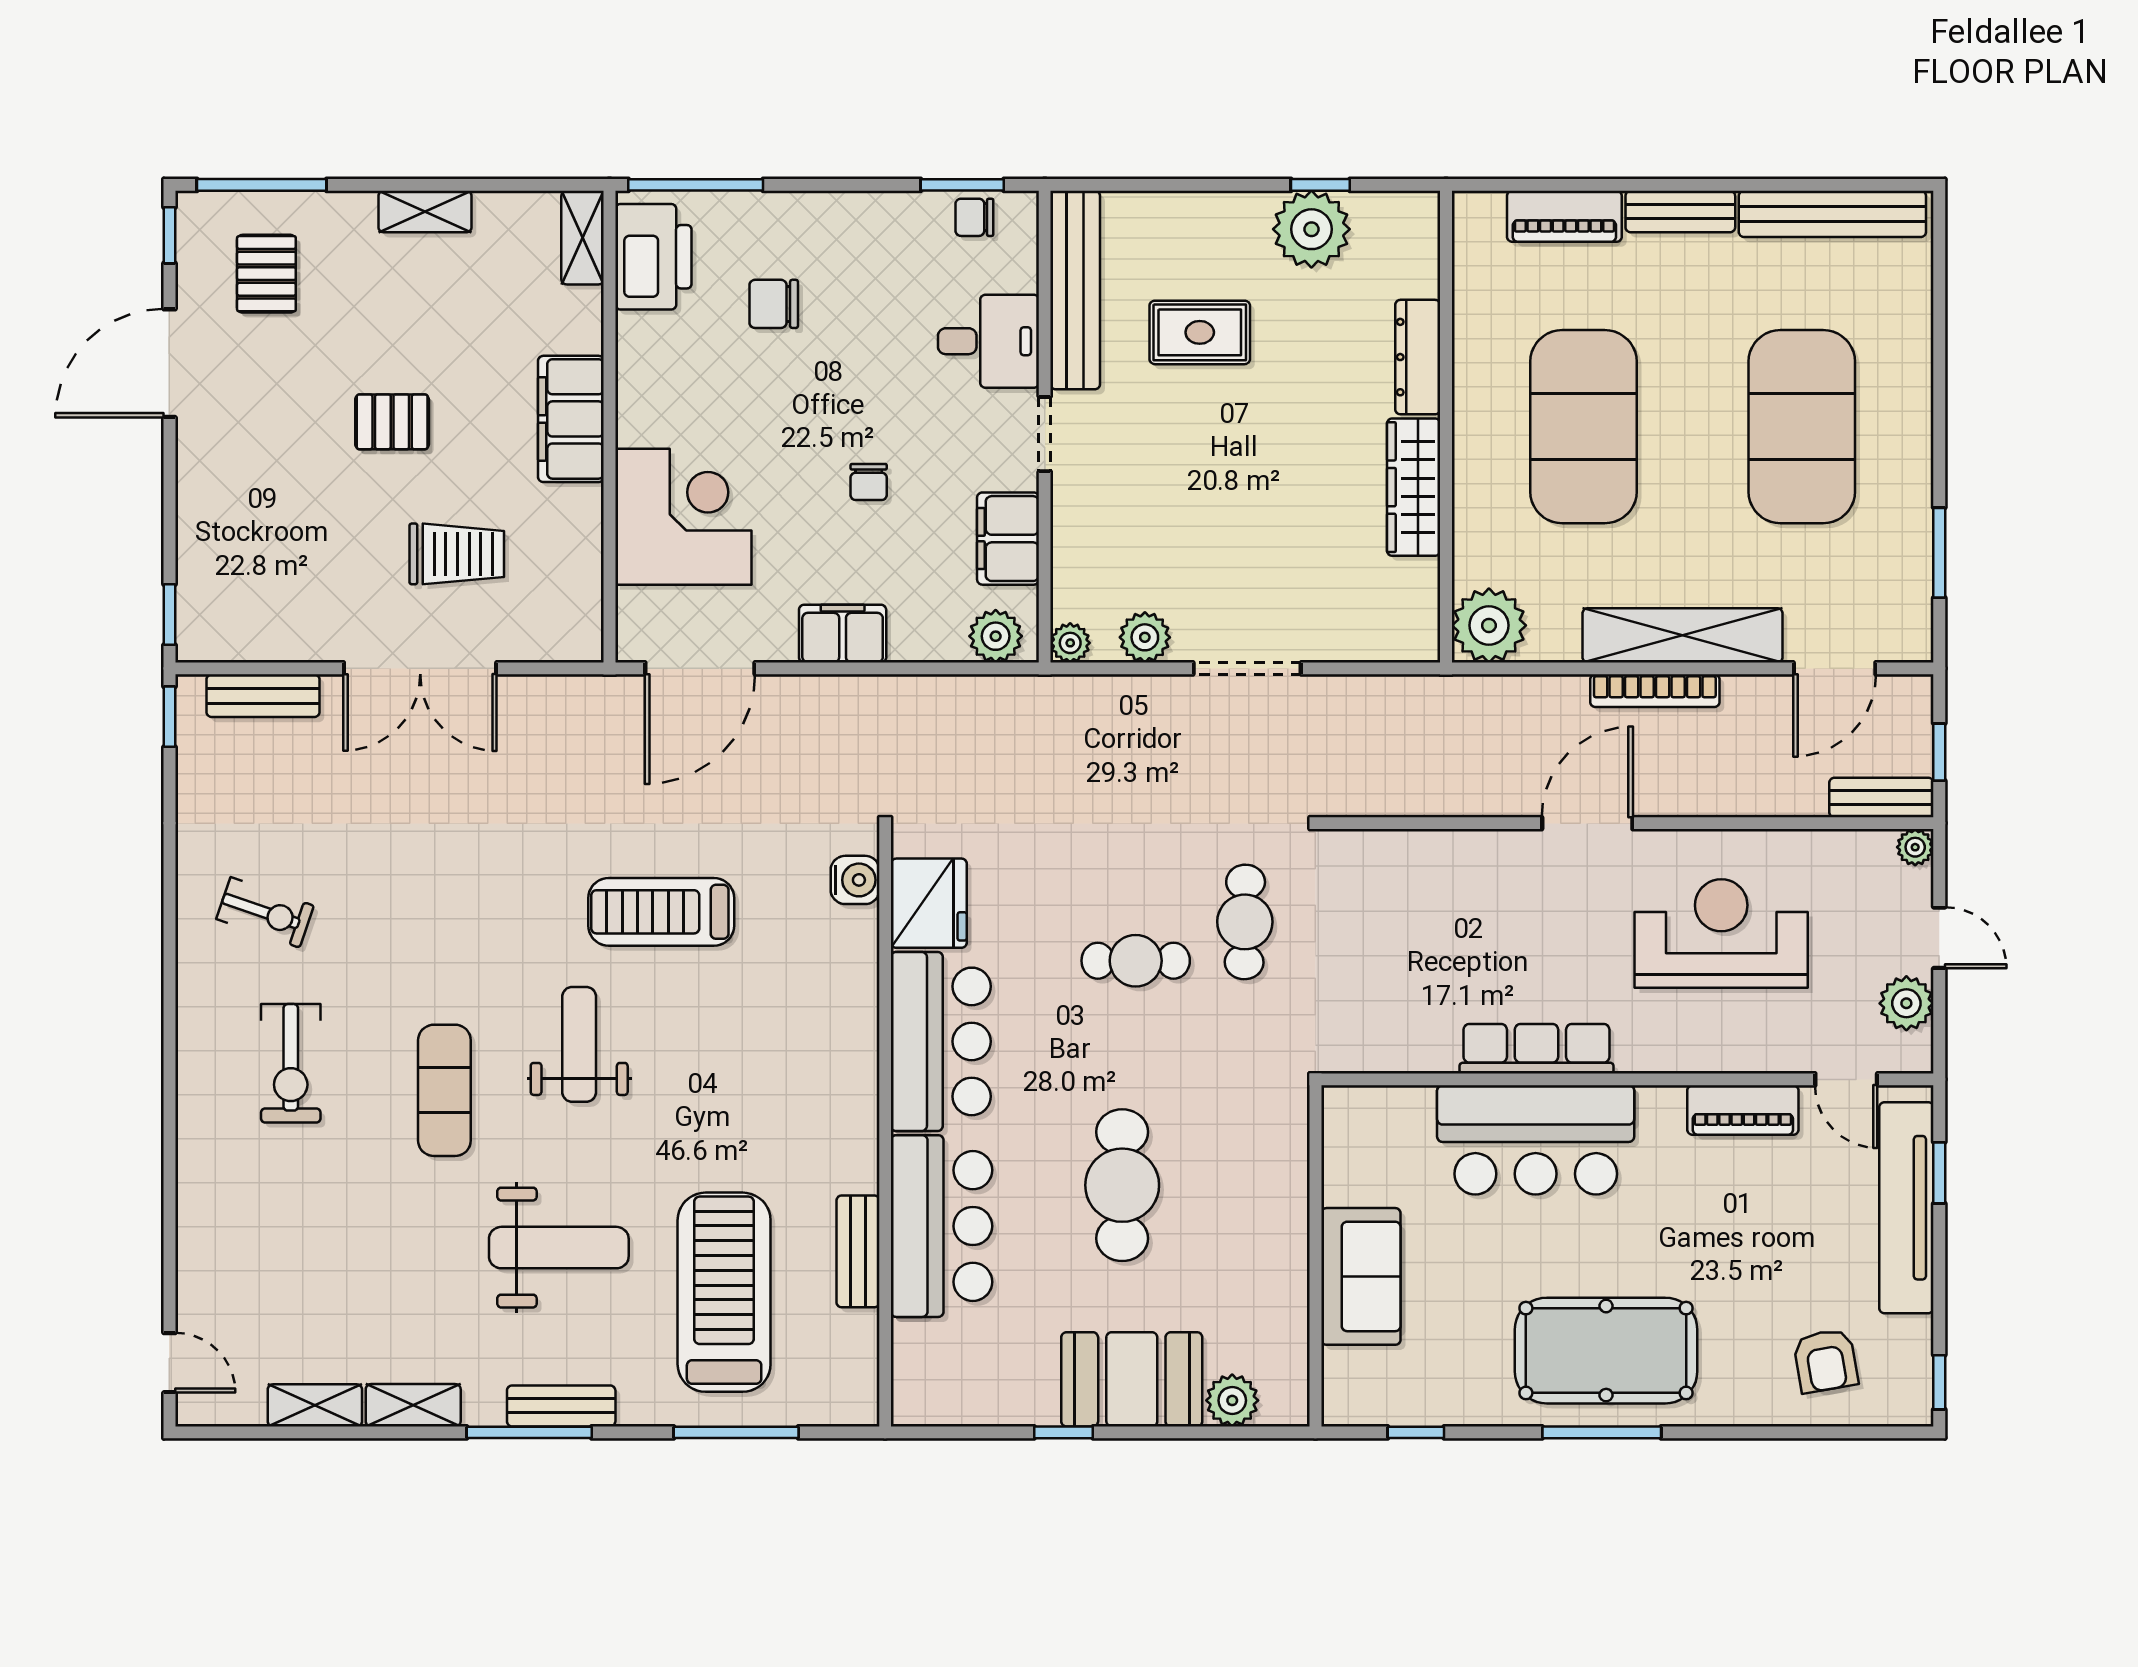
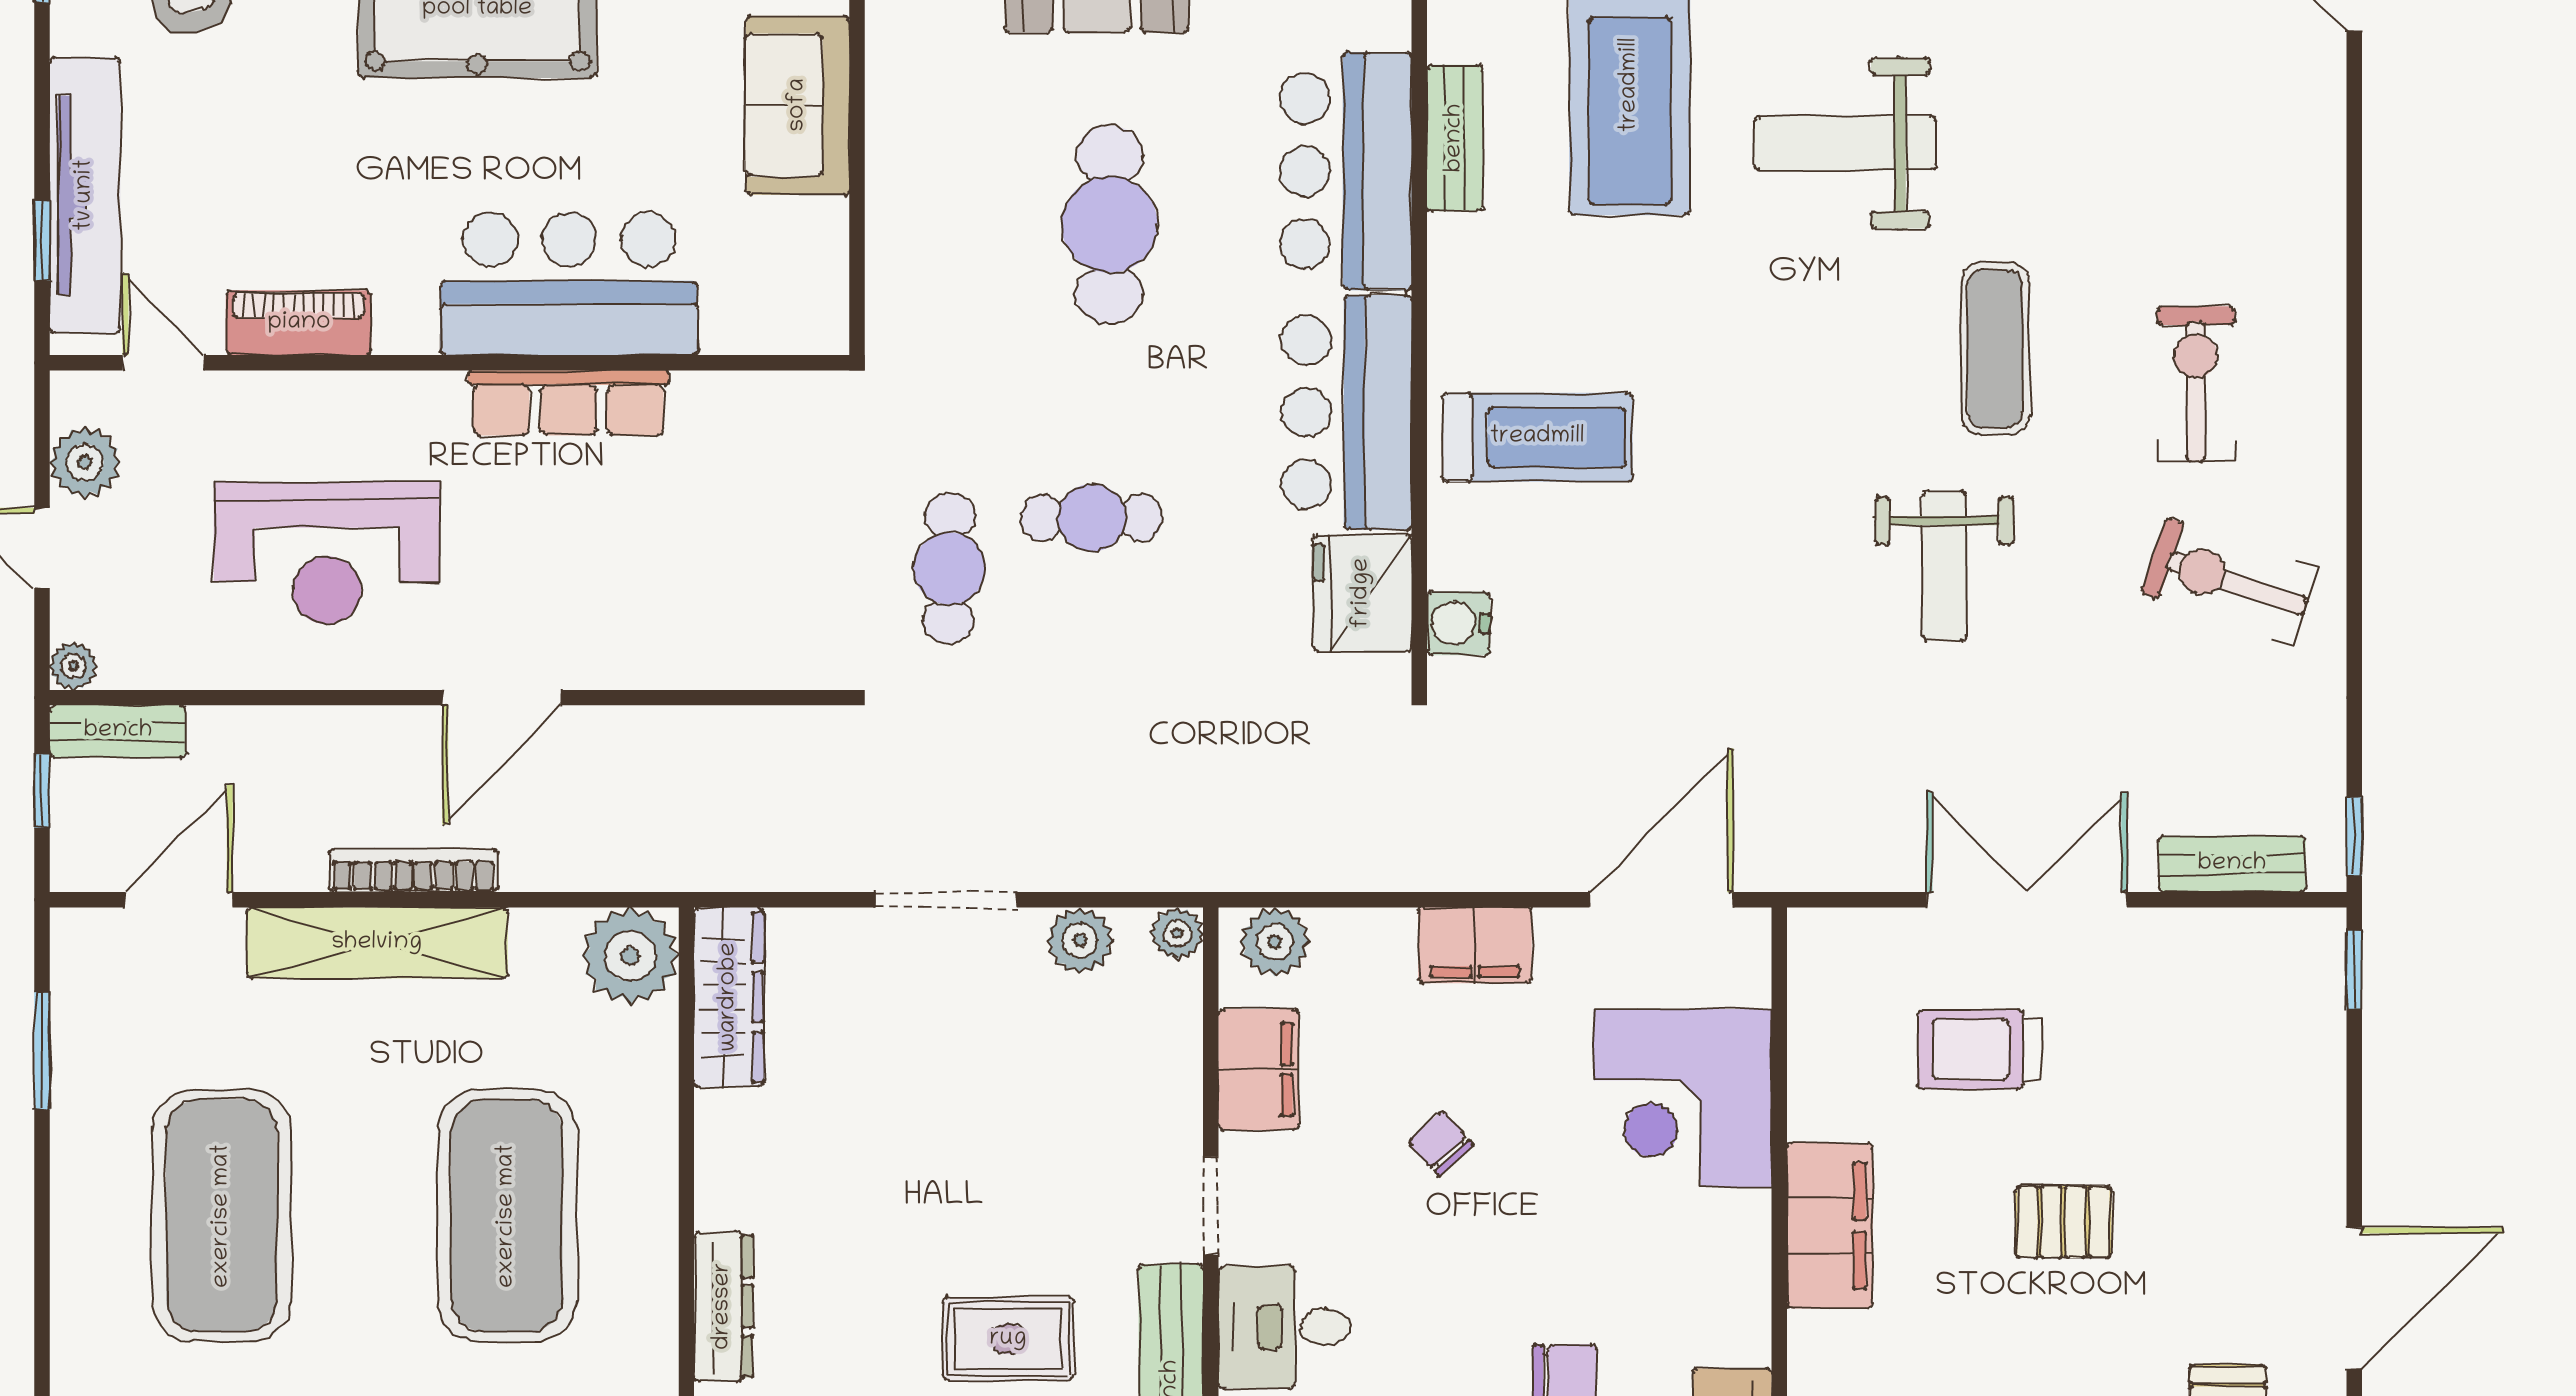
chair: (869, 482) -> (1441, 1143), turned -42
wardrobe: (1414, 487) -> (729, 997), moved
exercise bike: (265, 912) -> (2229, 581), width x1.38, depth x1.39
treadmill: (661, 912) -> (1537, 437), moved
weight bench: (579, 1044) -> (1944, 566), moved

